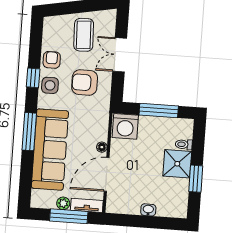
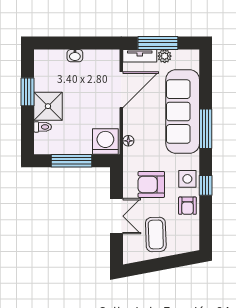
armchair: (85, 82) -> (151, 184), turned 180
floor lamp: (102, 147) -> (128, 141), moved

